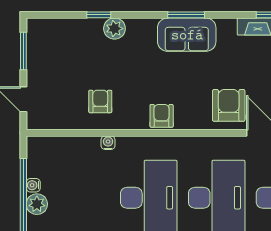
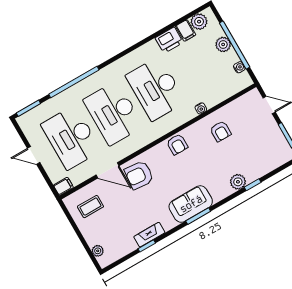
armchair: (229, 105) -> (139, 175), turned 95
water cooler: (33, 185) -> (239, 67), moved

